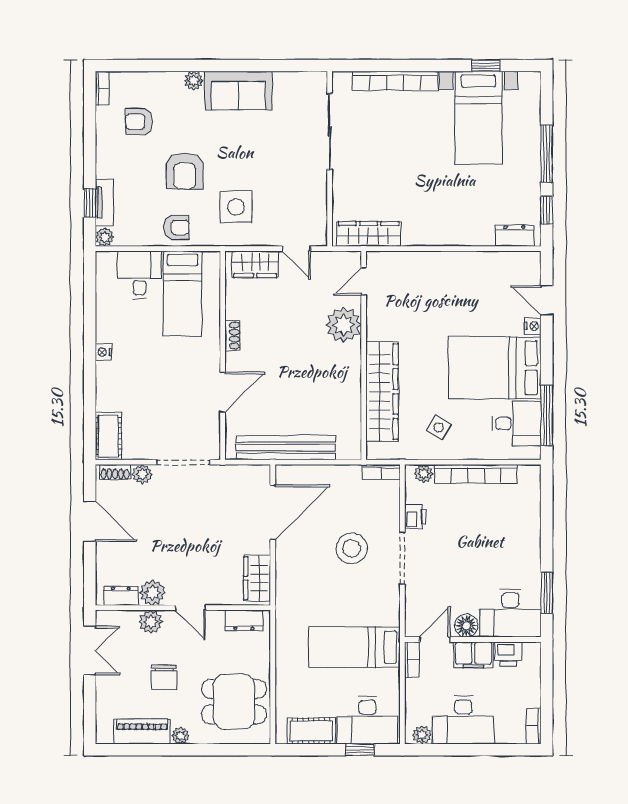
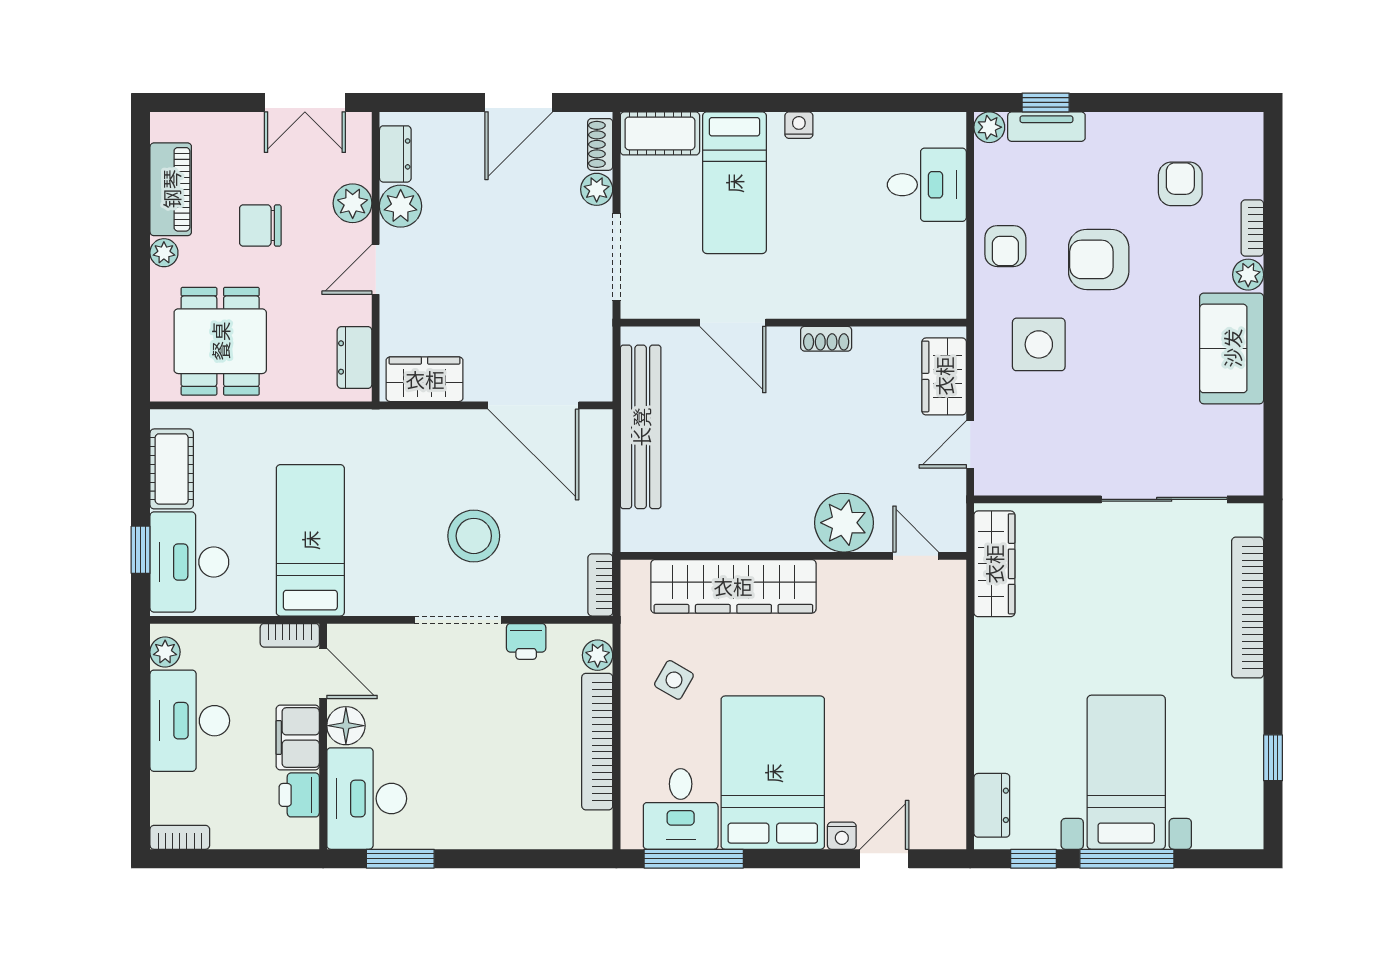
bookcase: (102, 88) -> (1252, 228), moved, turned 90
bed with nightstands: (479, 118) -> (1126, 772), moved, turned 90
bed: (183, 294) -> (734, 183), moved, turned -90

